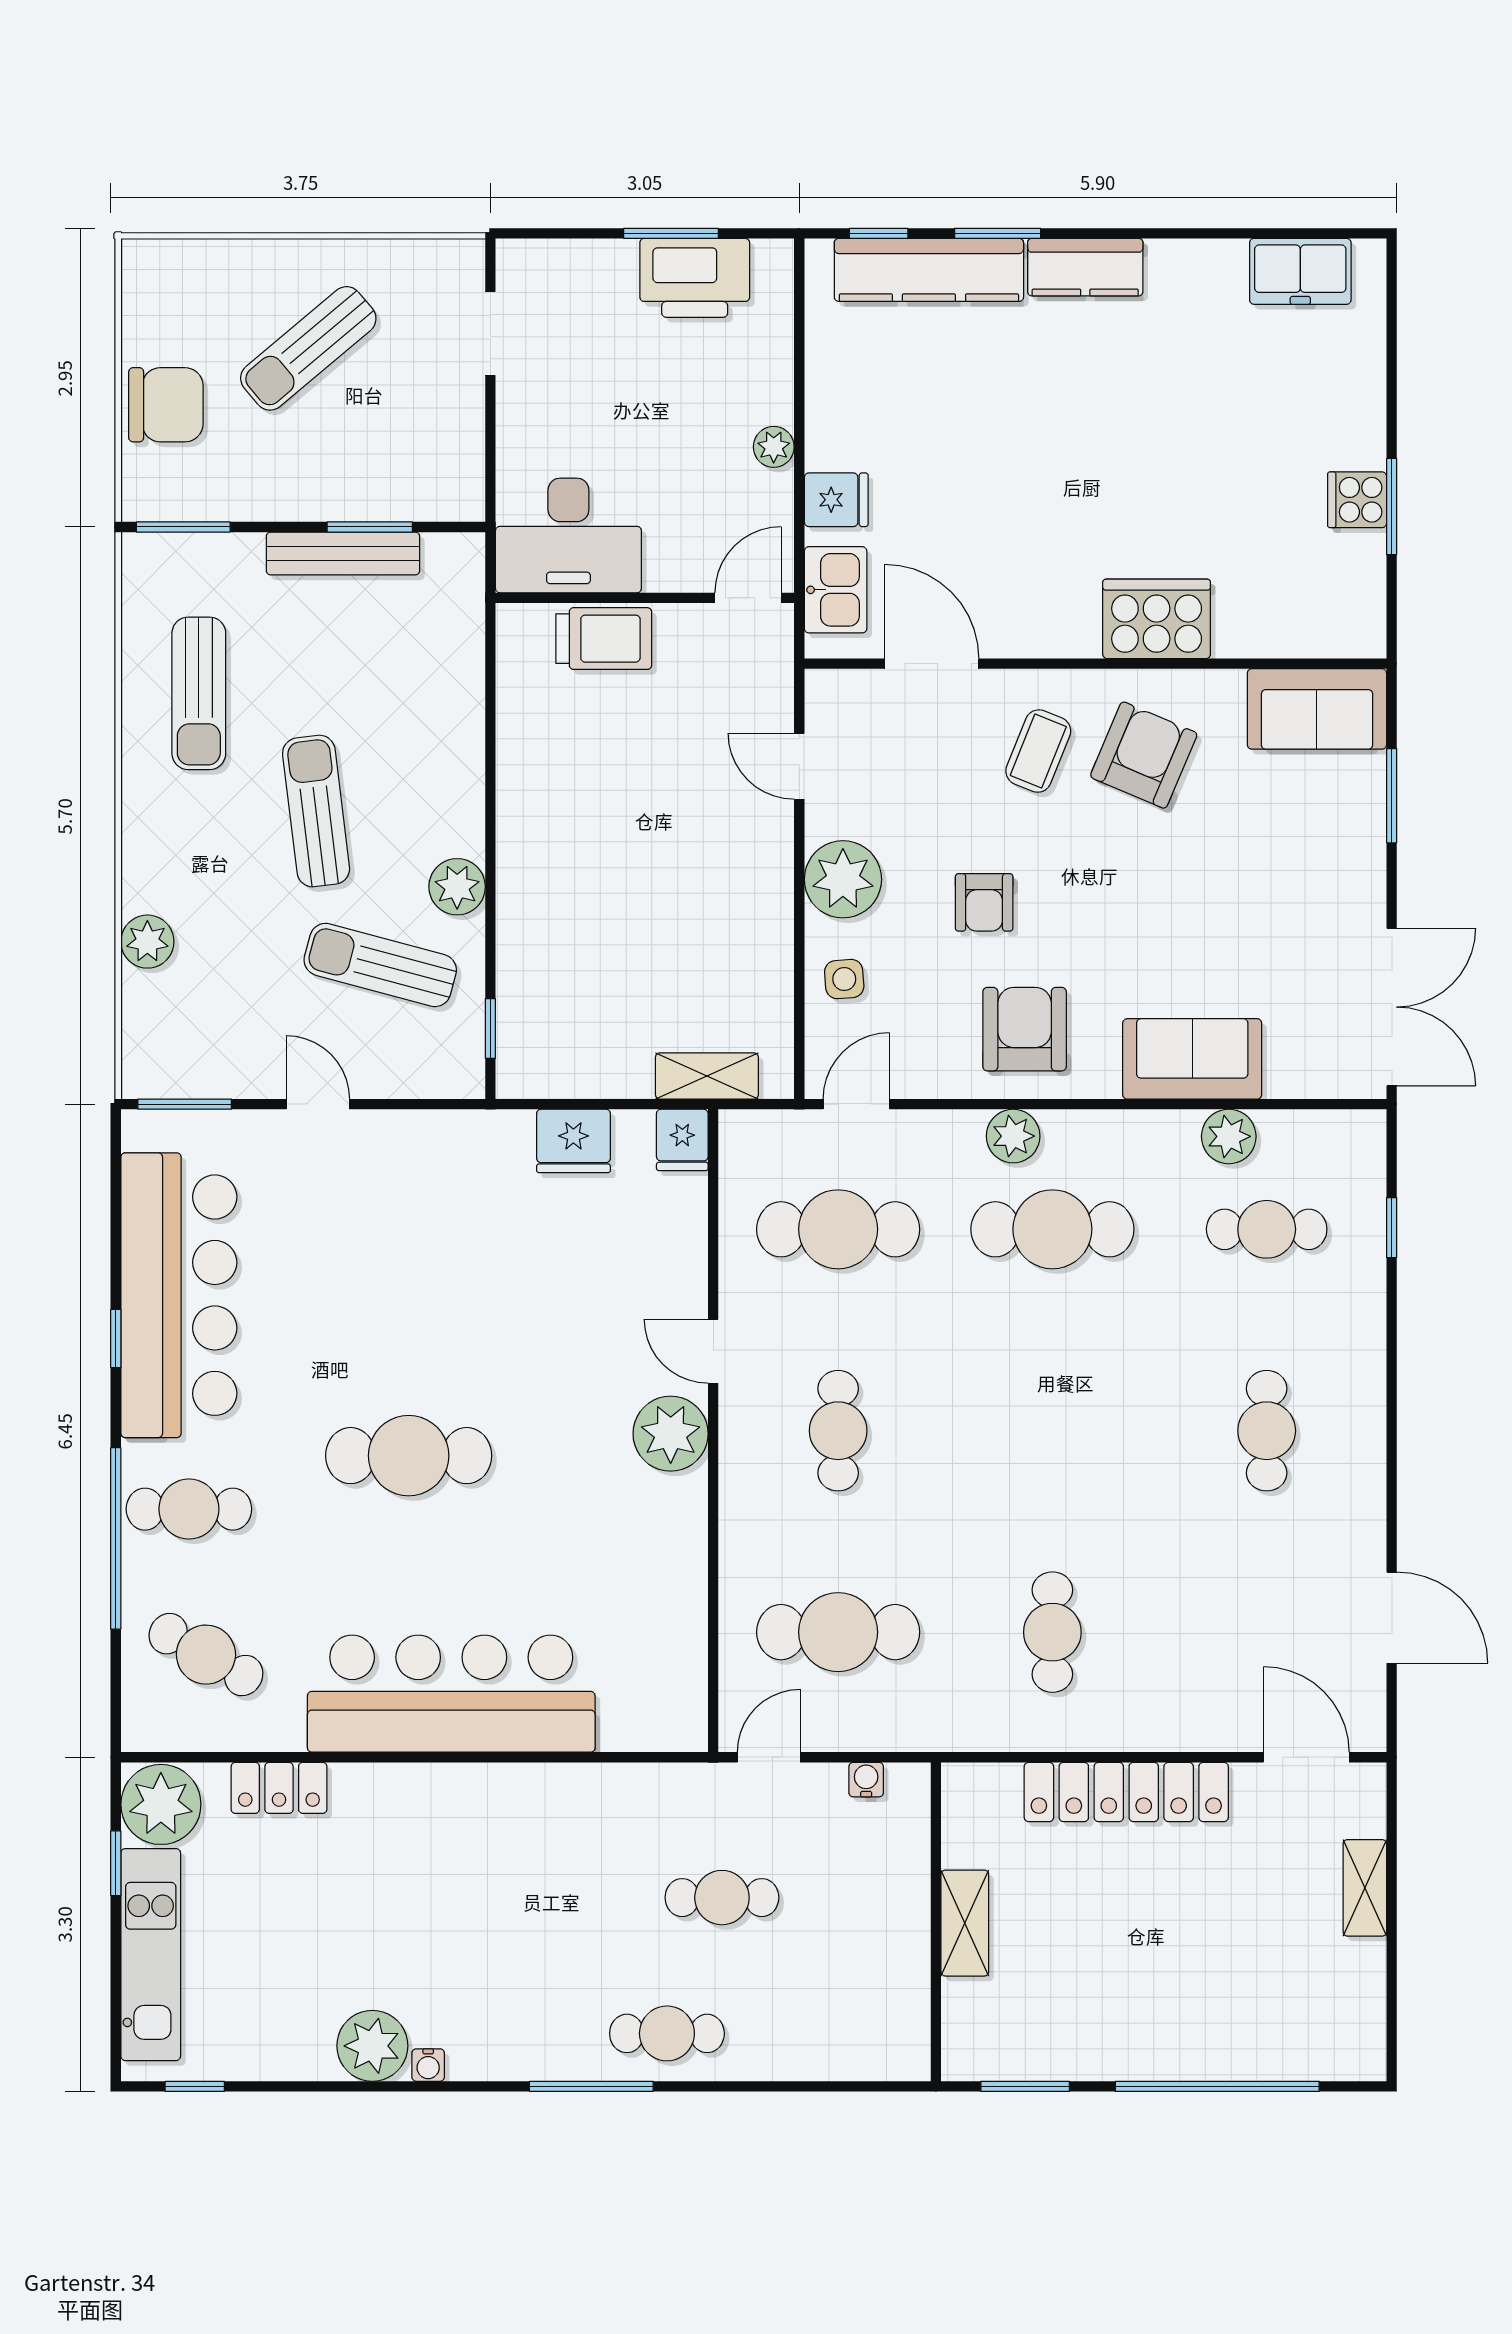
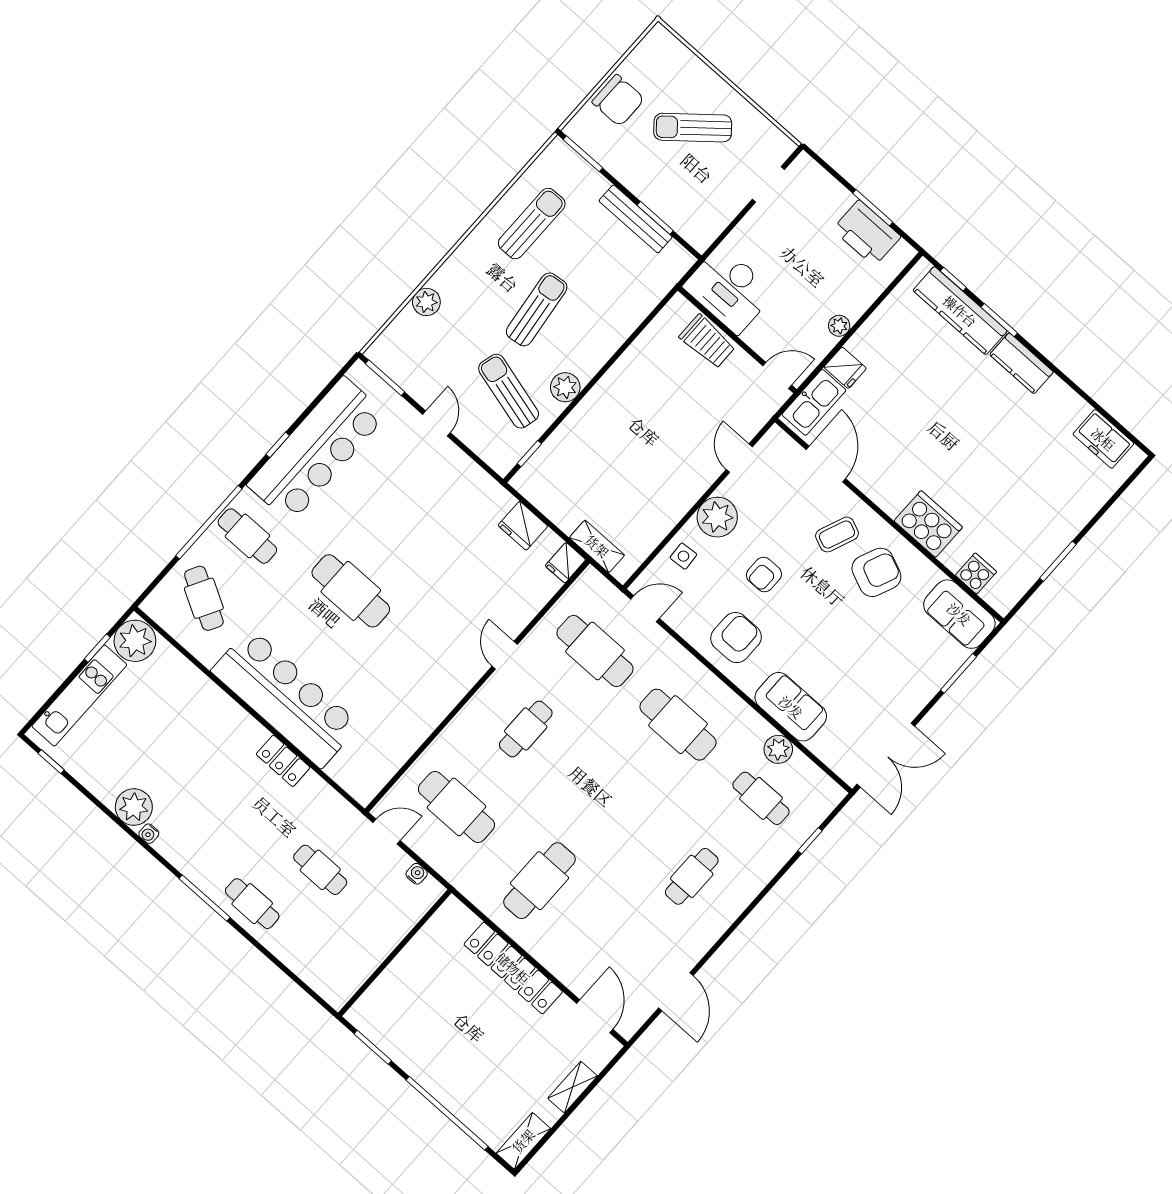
cooker: (1357, 500) -> (976, 573), moved, turned 90
kitchen sink: (836, 590) -> (814, 402), width x1.38
sun lounger: (199, 693) -> (532, 224), turned 180
plant: (1013, 1136) -> (695, 675), removed
plant: (671, 1434) -> (460, 672), removed
cafe table: (1052, 1632) -> (539, 881), width x1.37, depth x1.35
locker: (279, 1788) -> (283, 761), moved
shelving: (965, 1923) -> (523, 1141), moved

